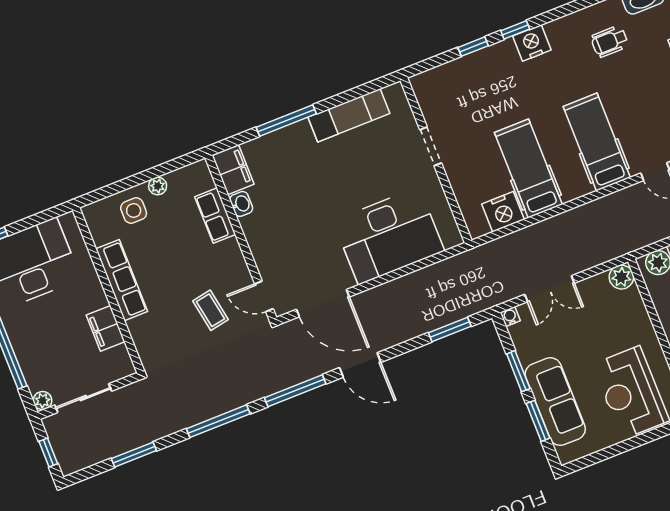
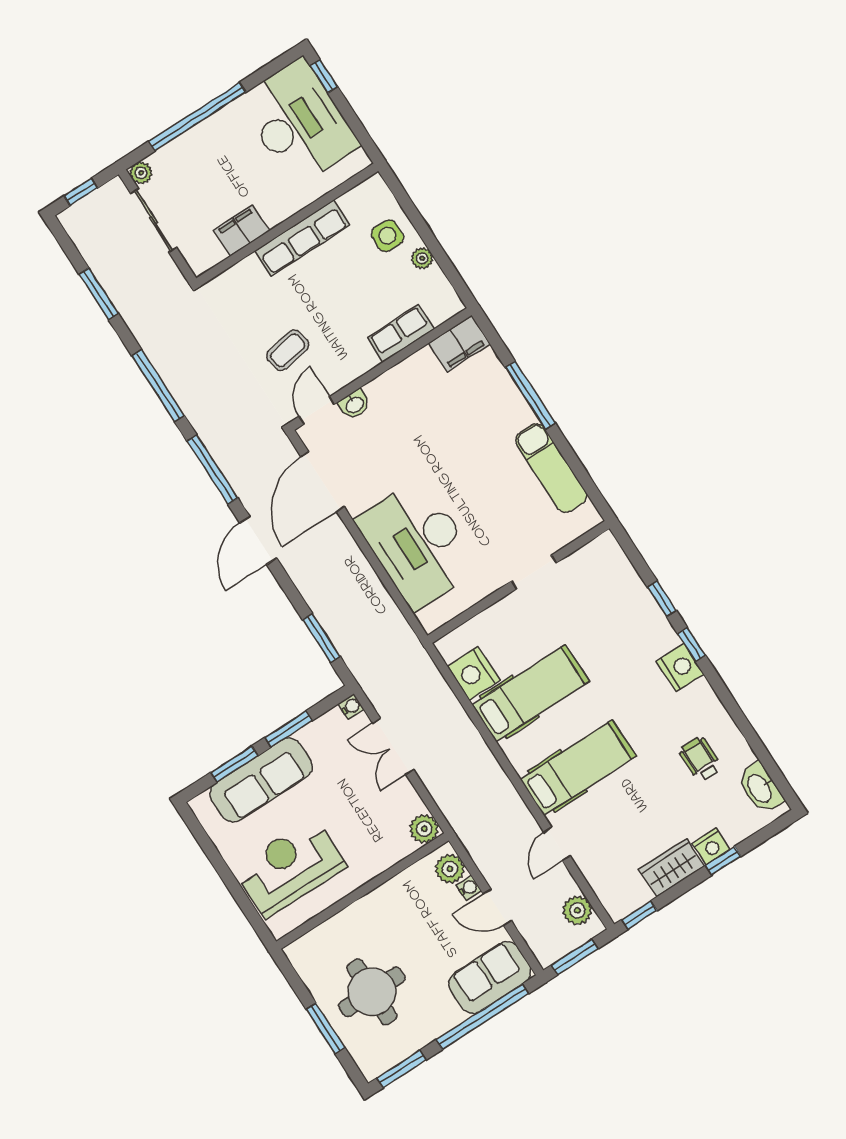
washbasin: (241, 204) -> (354, 404), moved

